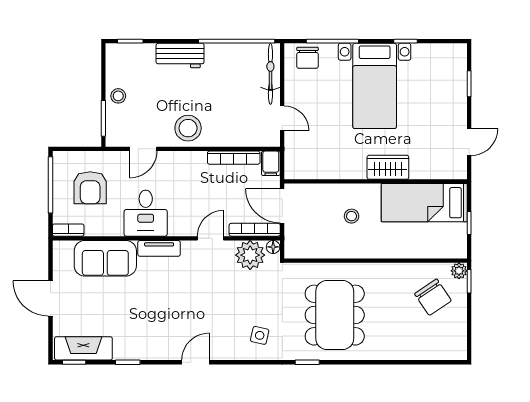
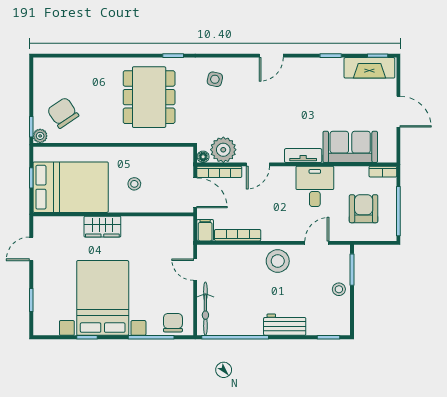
bed with nightstands: (375, 86) -> (103, 298), width x1.36
bed: (424, 203) -> (71, 187), width x1.50

